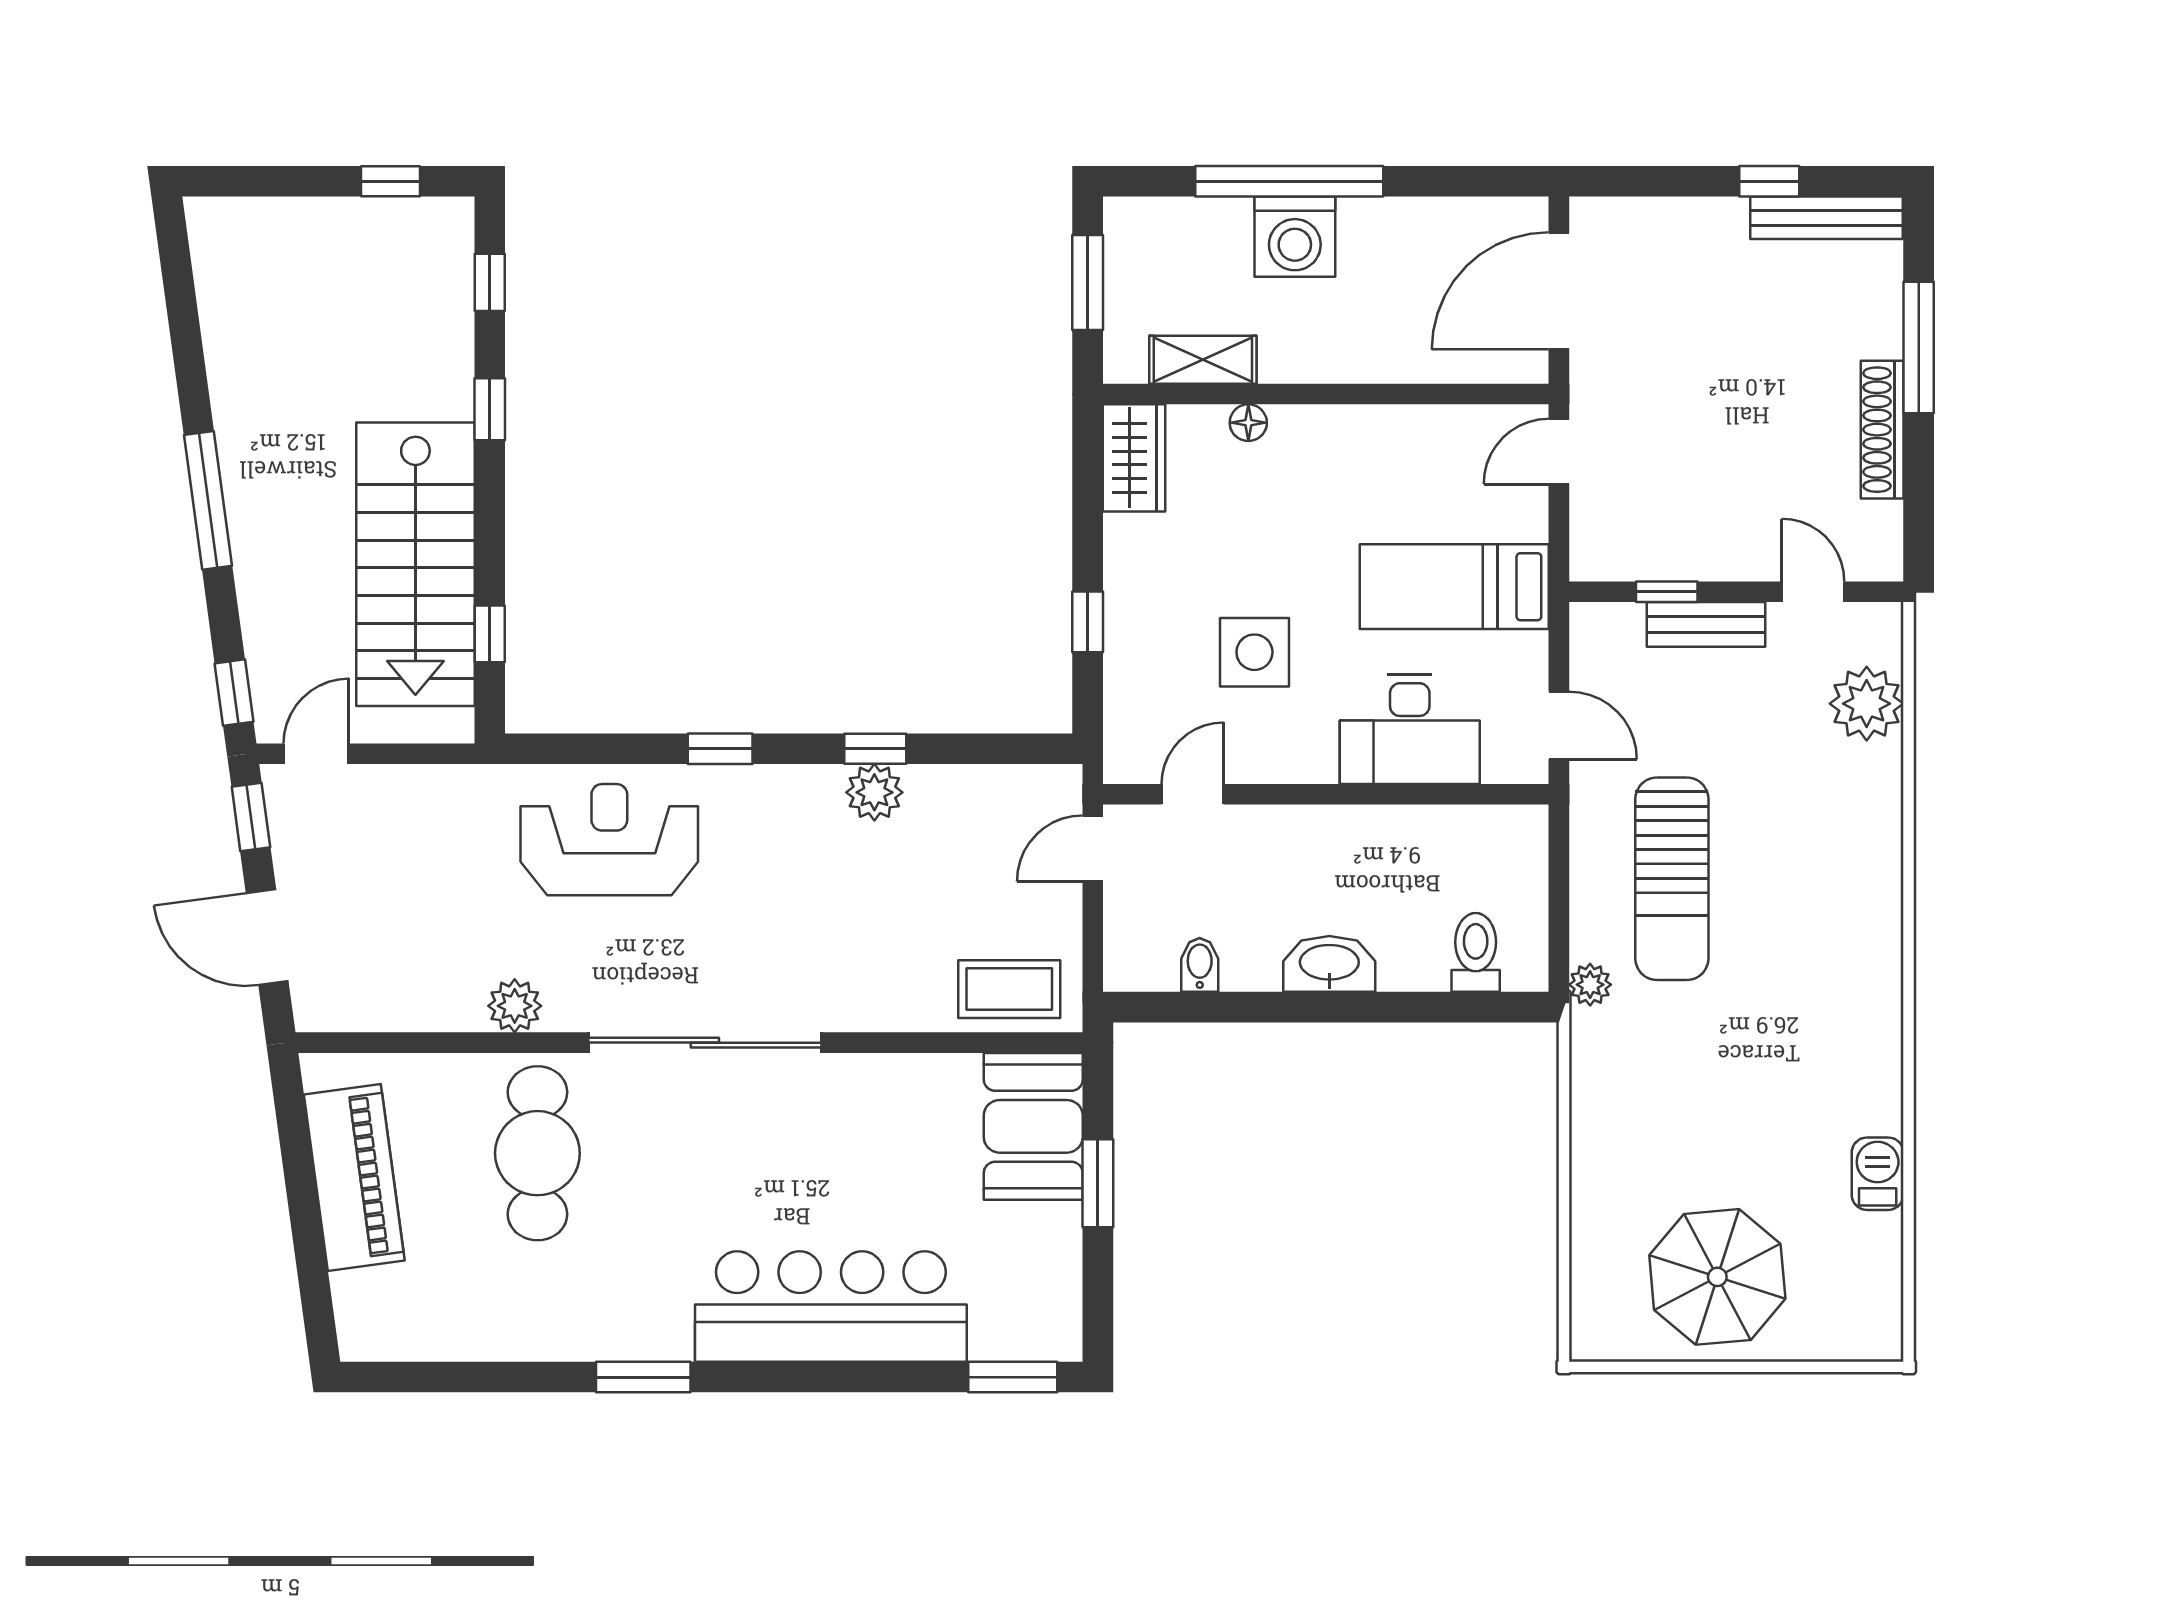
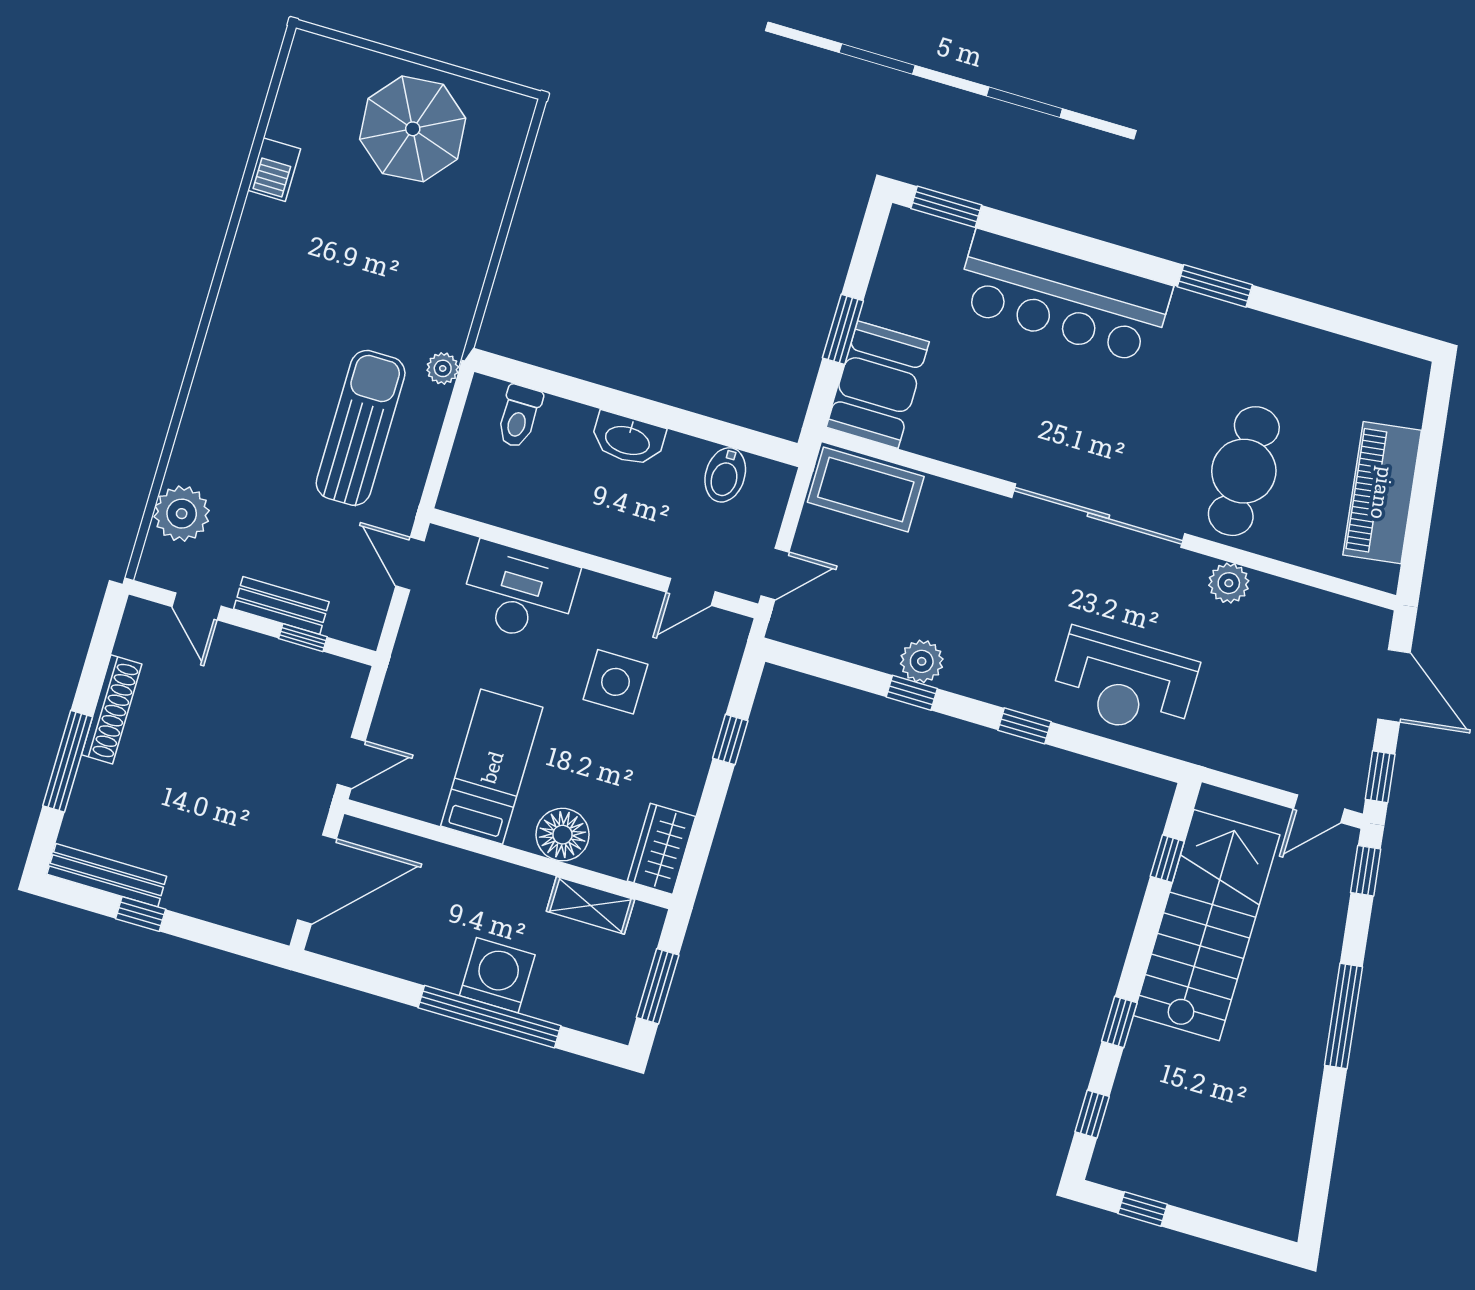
floor lamp: (1248, 423) -> (563, 835), width x1.89, depth x1.89
bed: (1454, 587) -> (492, 767), moved, turned -90
bidet: (1200, 965) -> (725, 475), width x1.38, depth x1.36
coffee table: (1009, 989) -> (866, 489), width x1.36, depth x1.32

